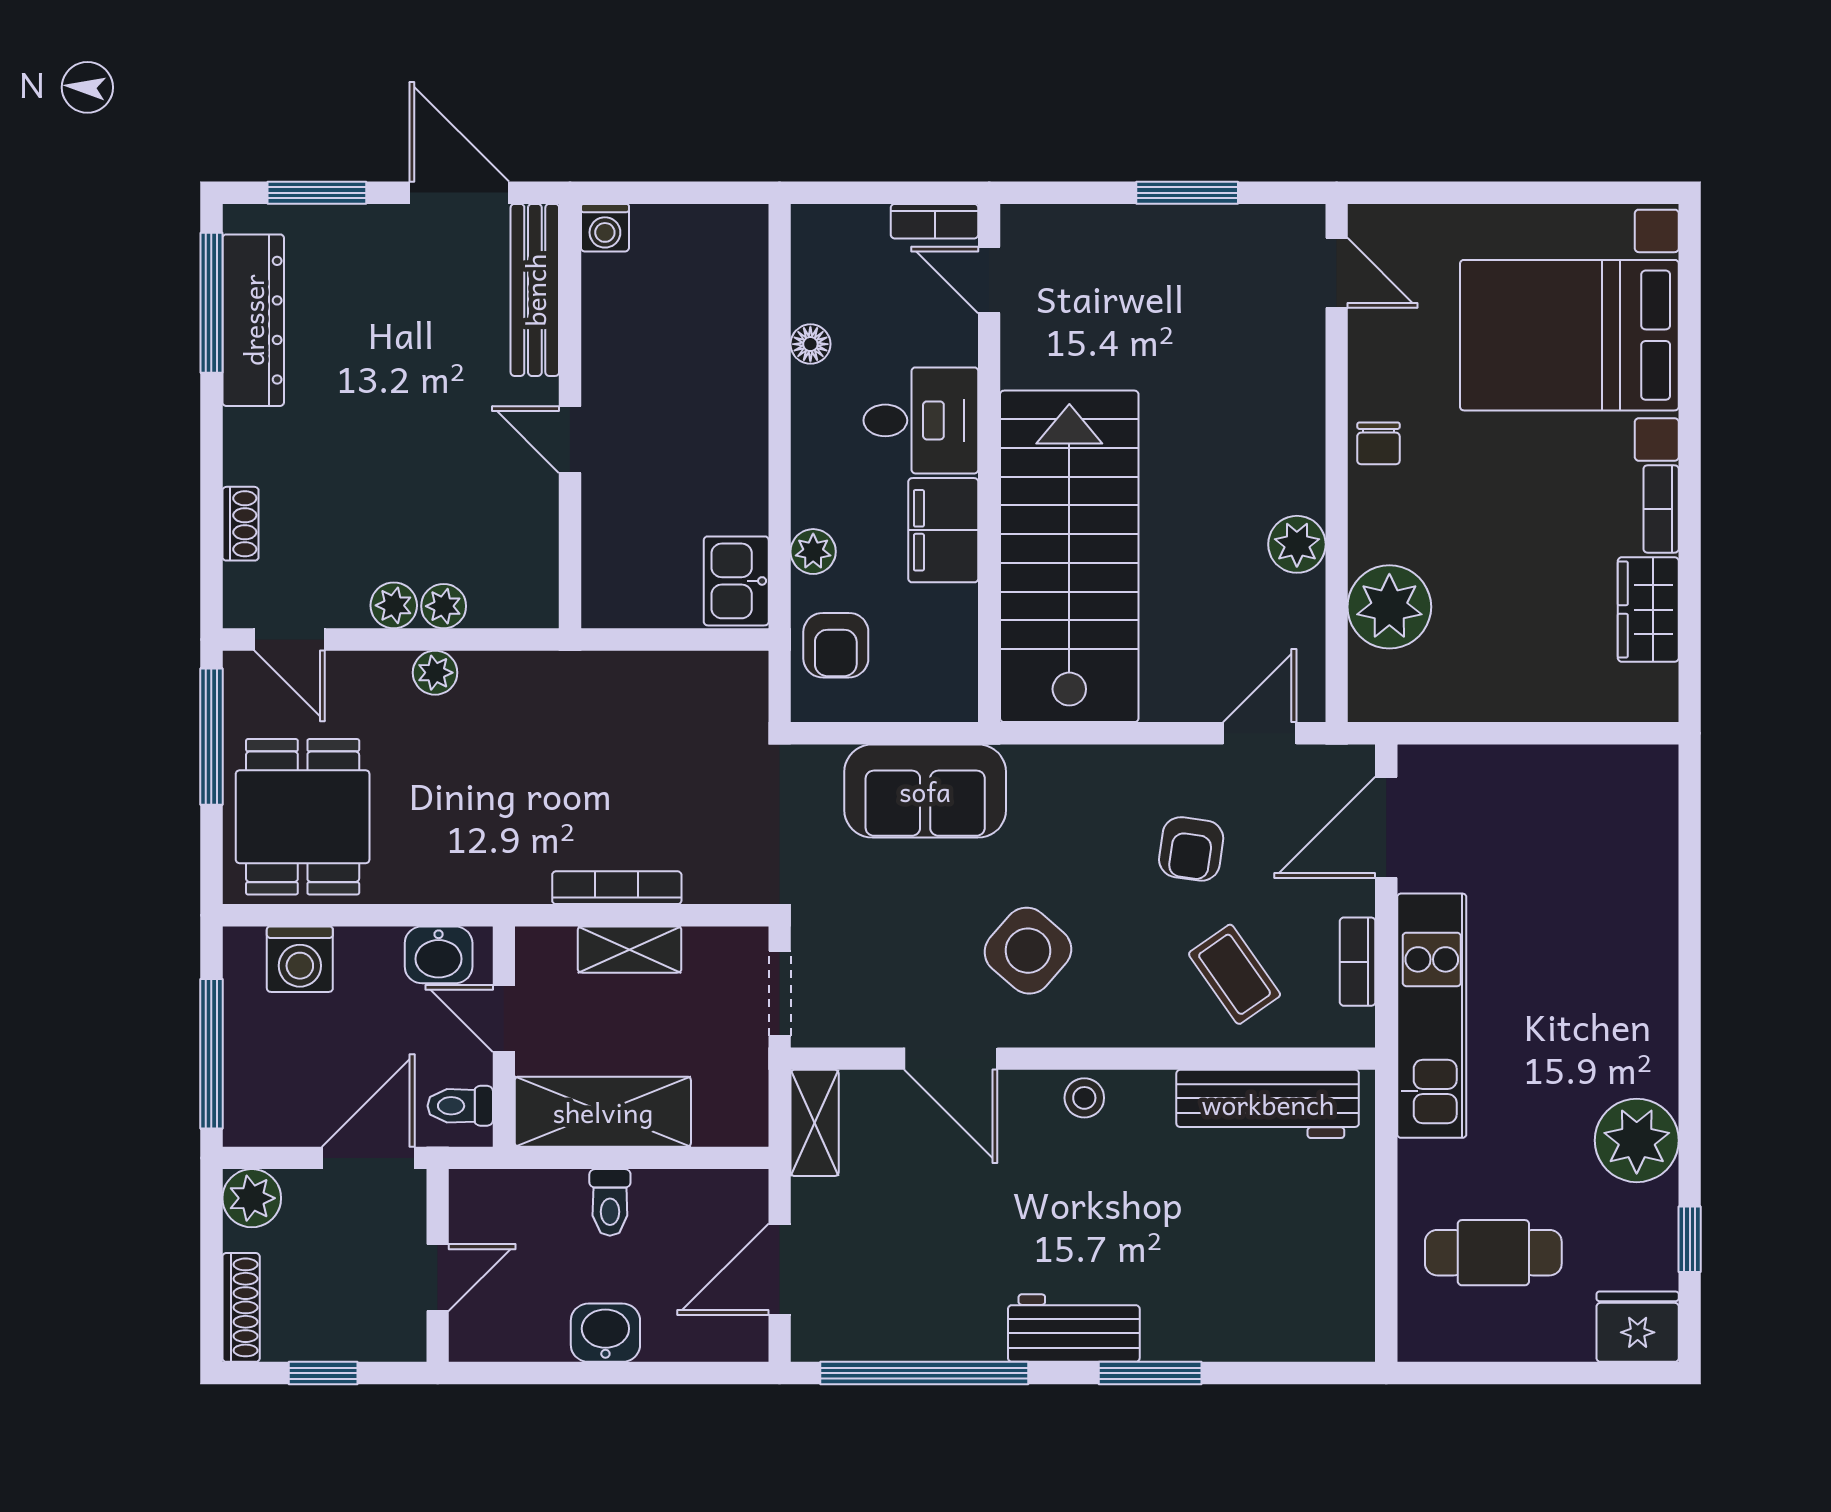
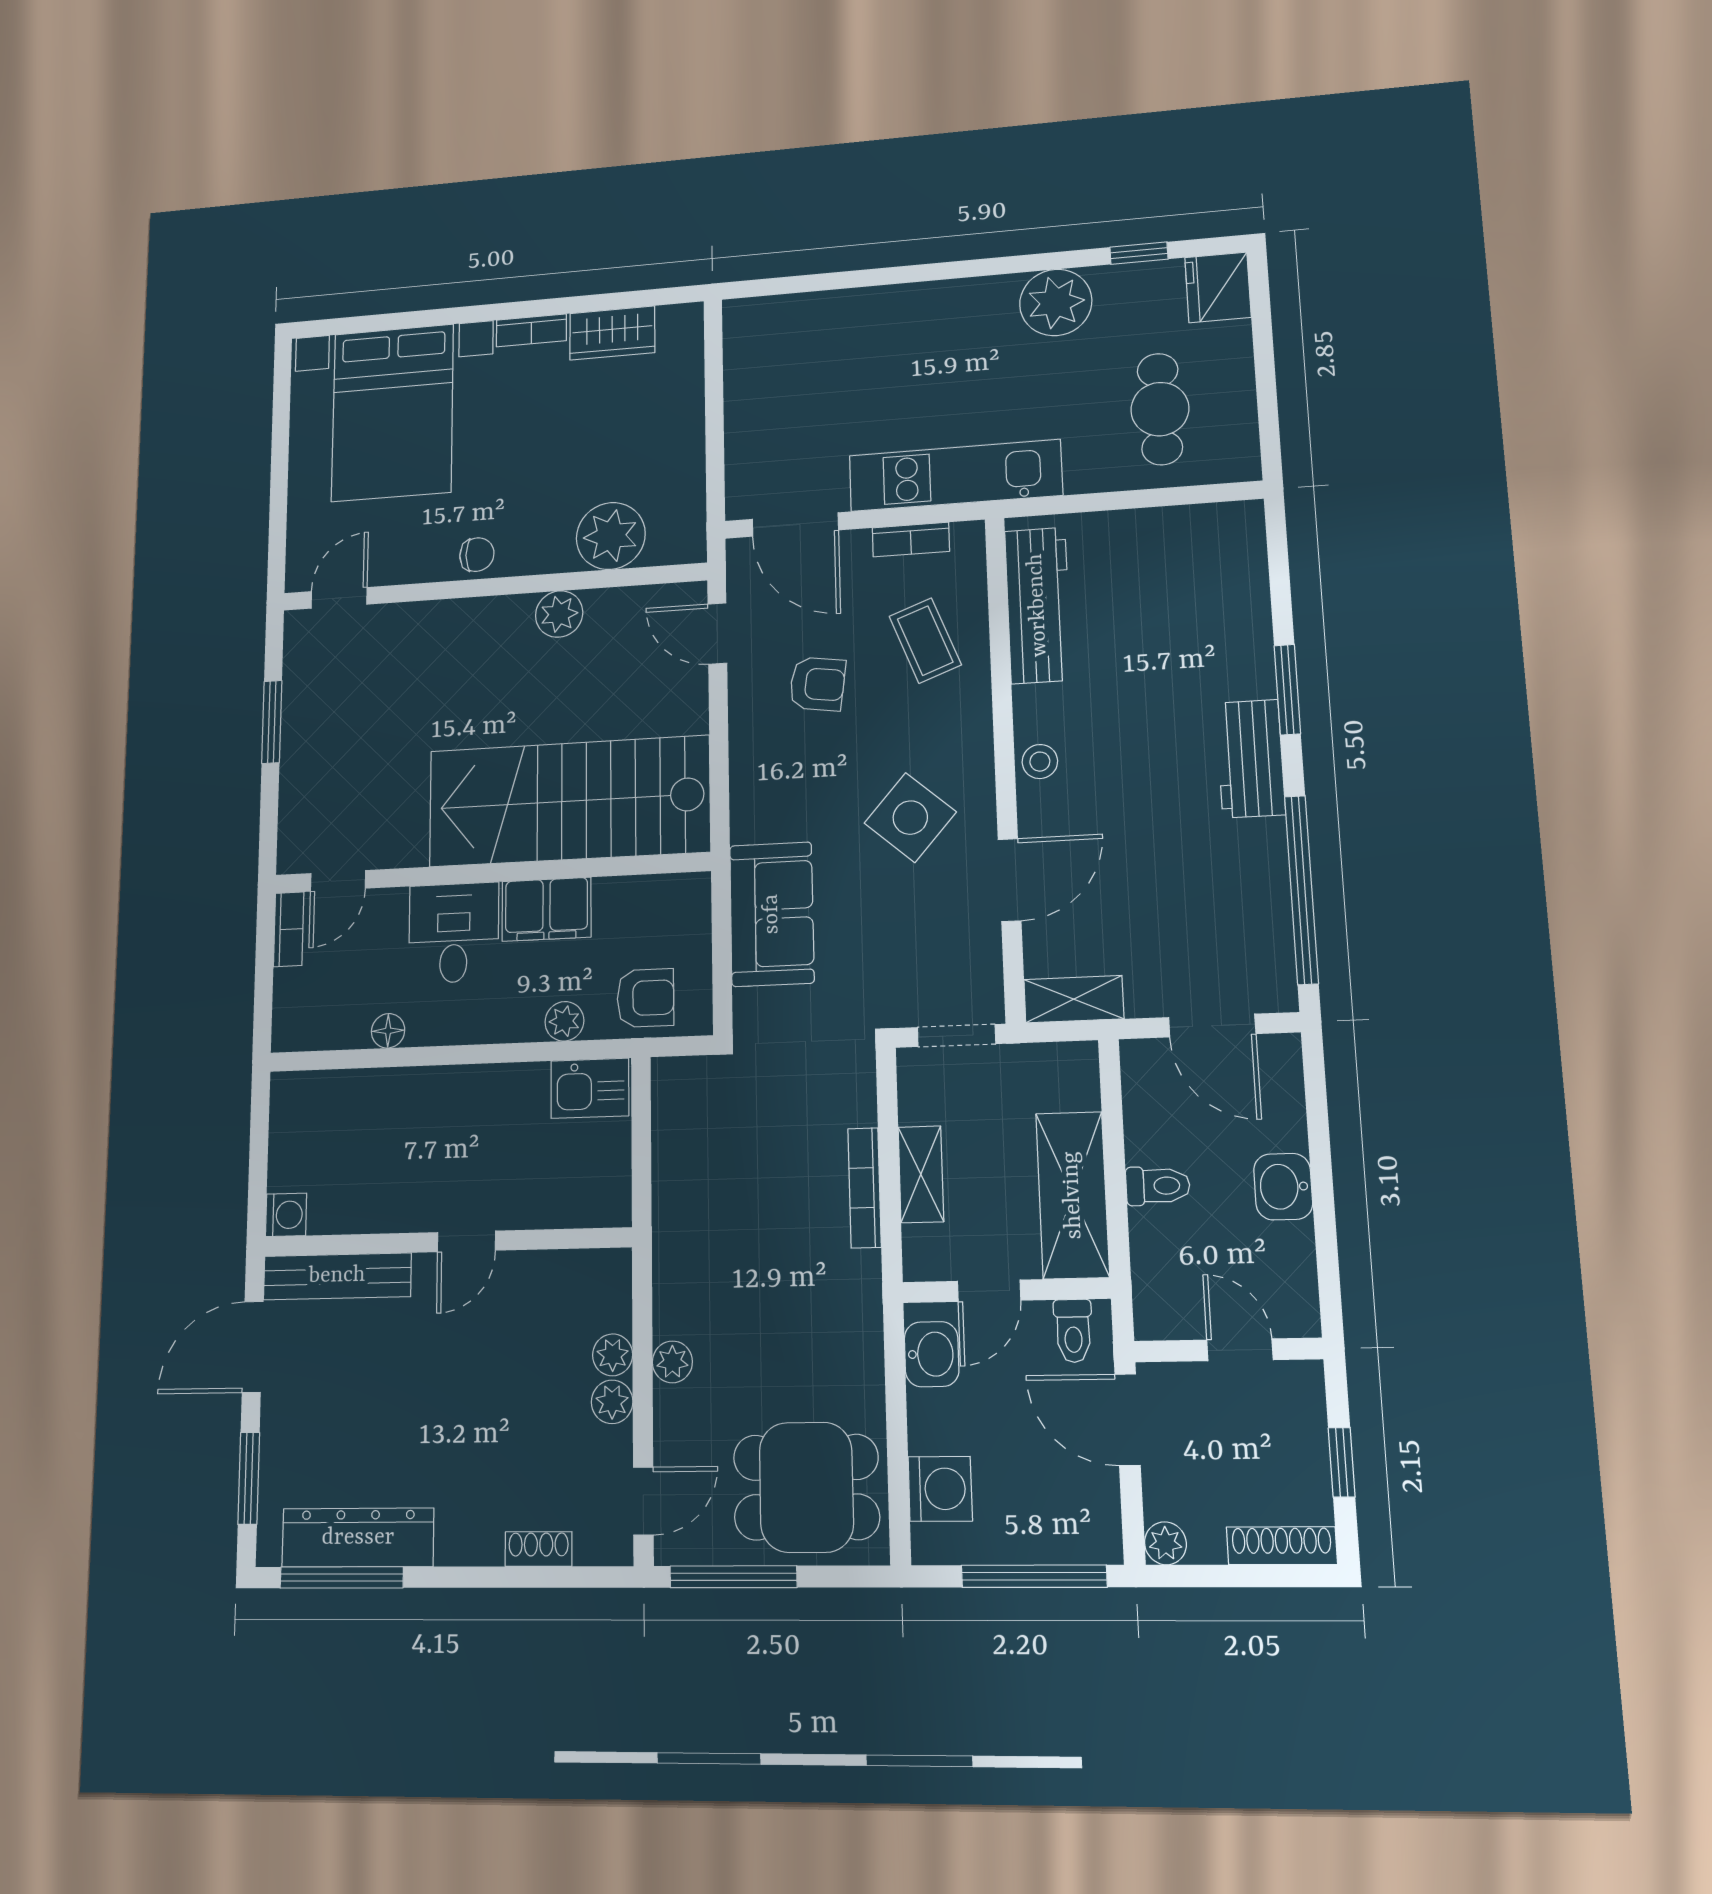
coffee table: (1235, 974) -> (925, 641), turned -76
plant: (252, 1198) -> (1165, 1543), width x0.73, depth x0.73

